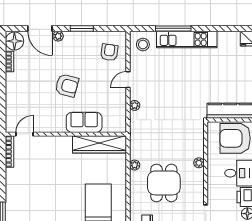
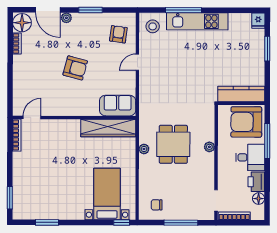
plant: (135, 105) -> (144, 88), removed
sofa: (84, 122) -> (118, 106), moved
dining table: (164, 183) -> (173, 144), moved

